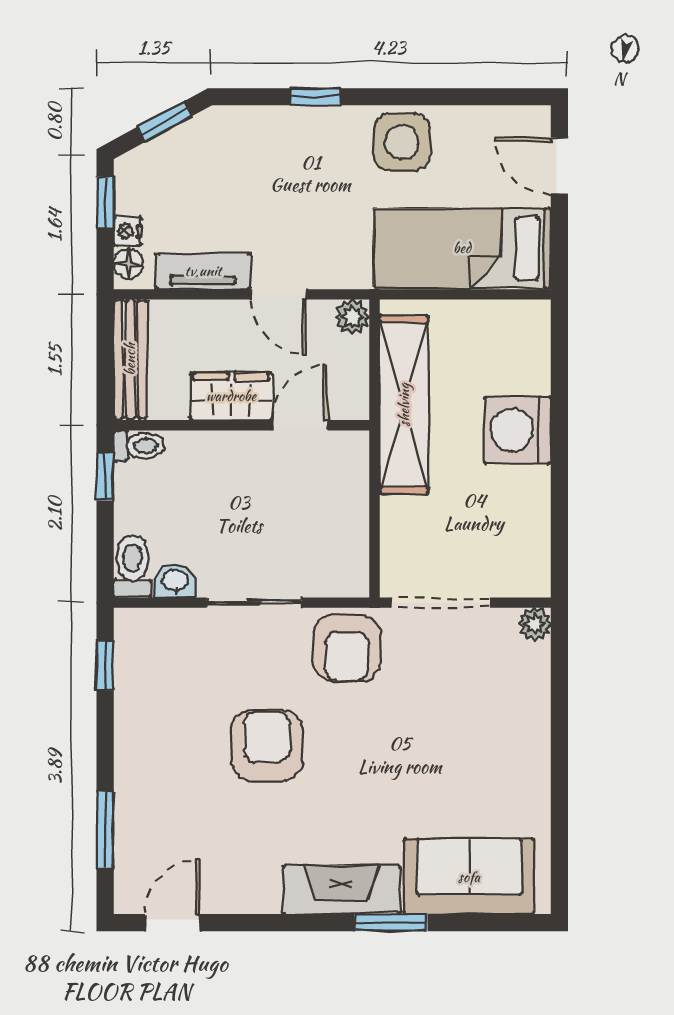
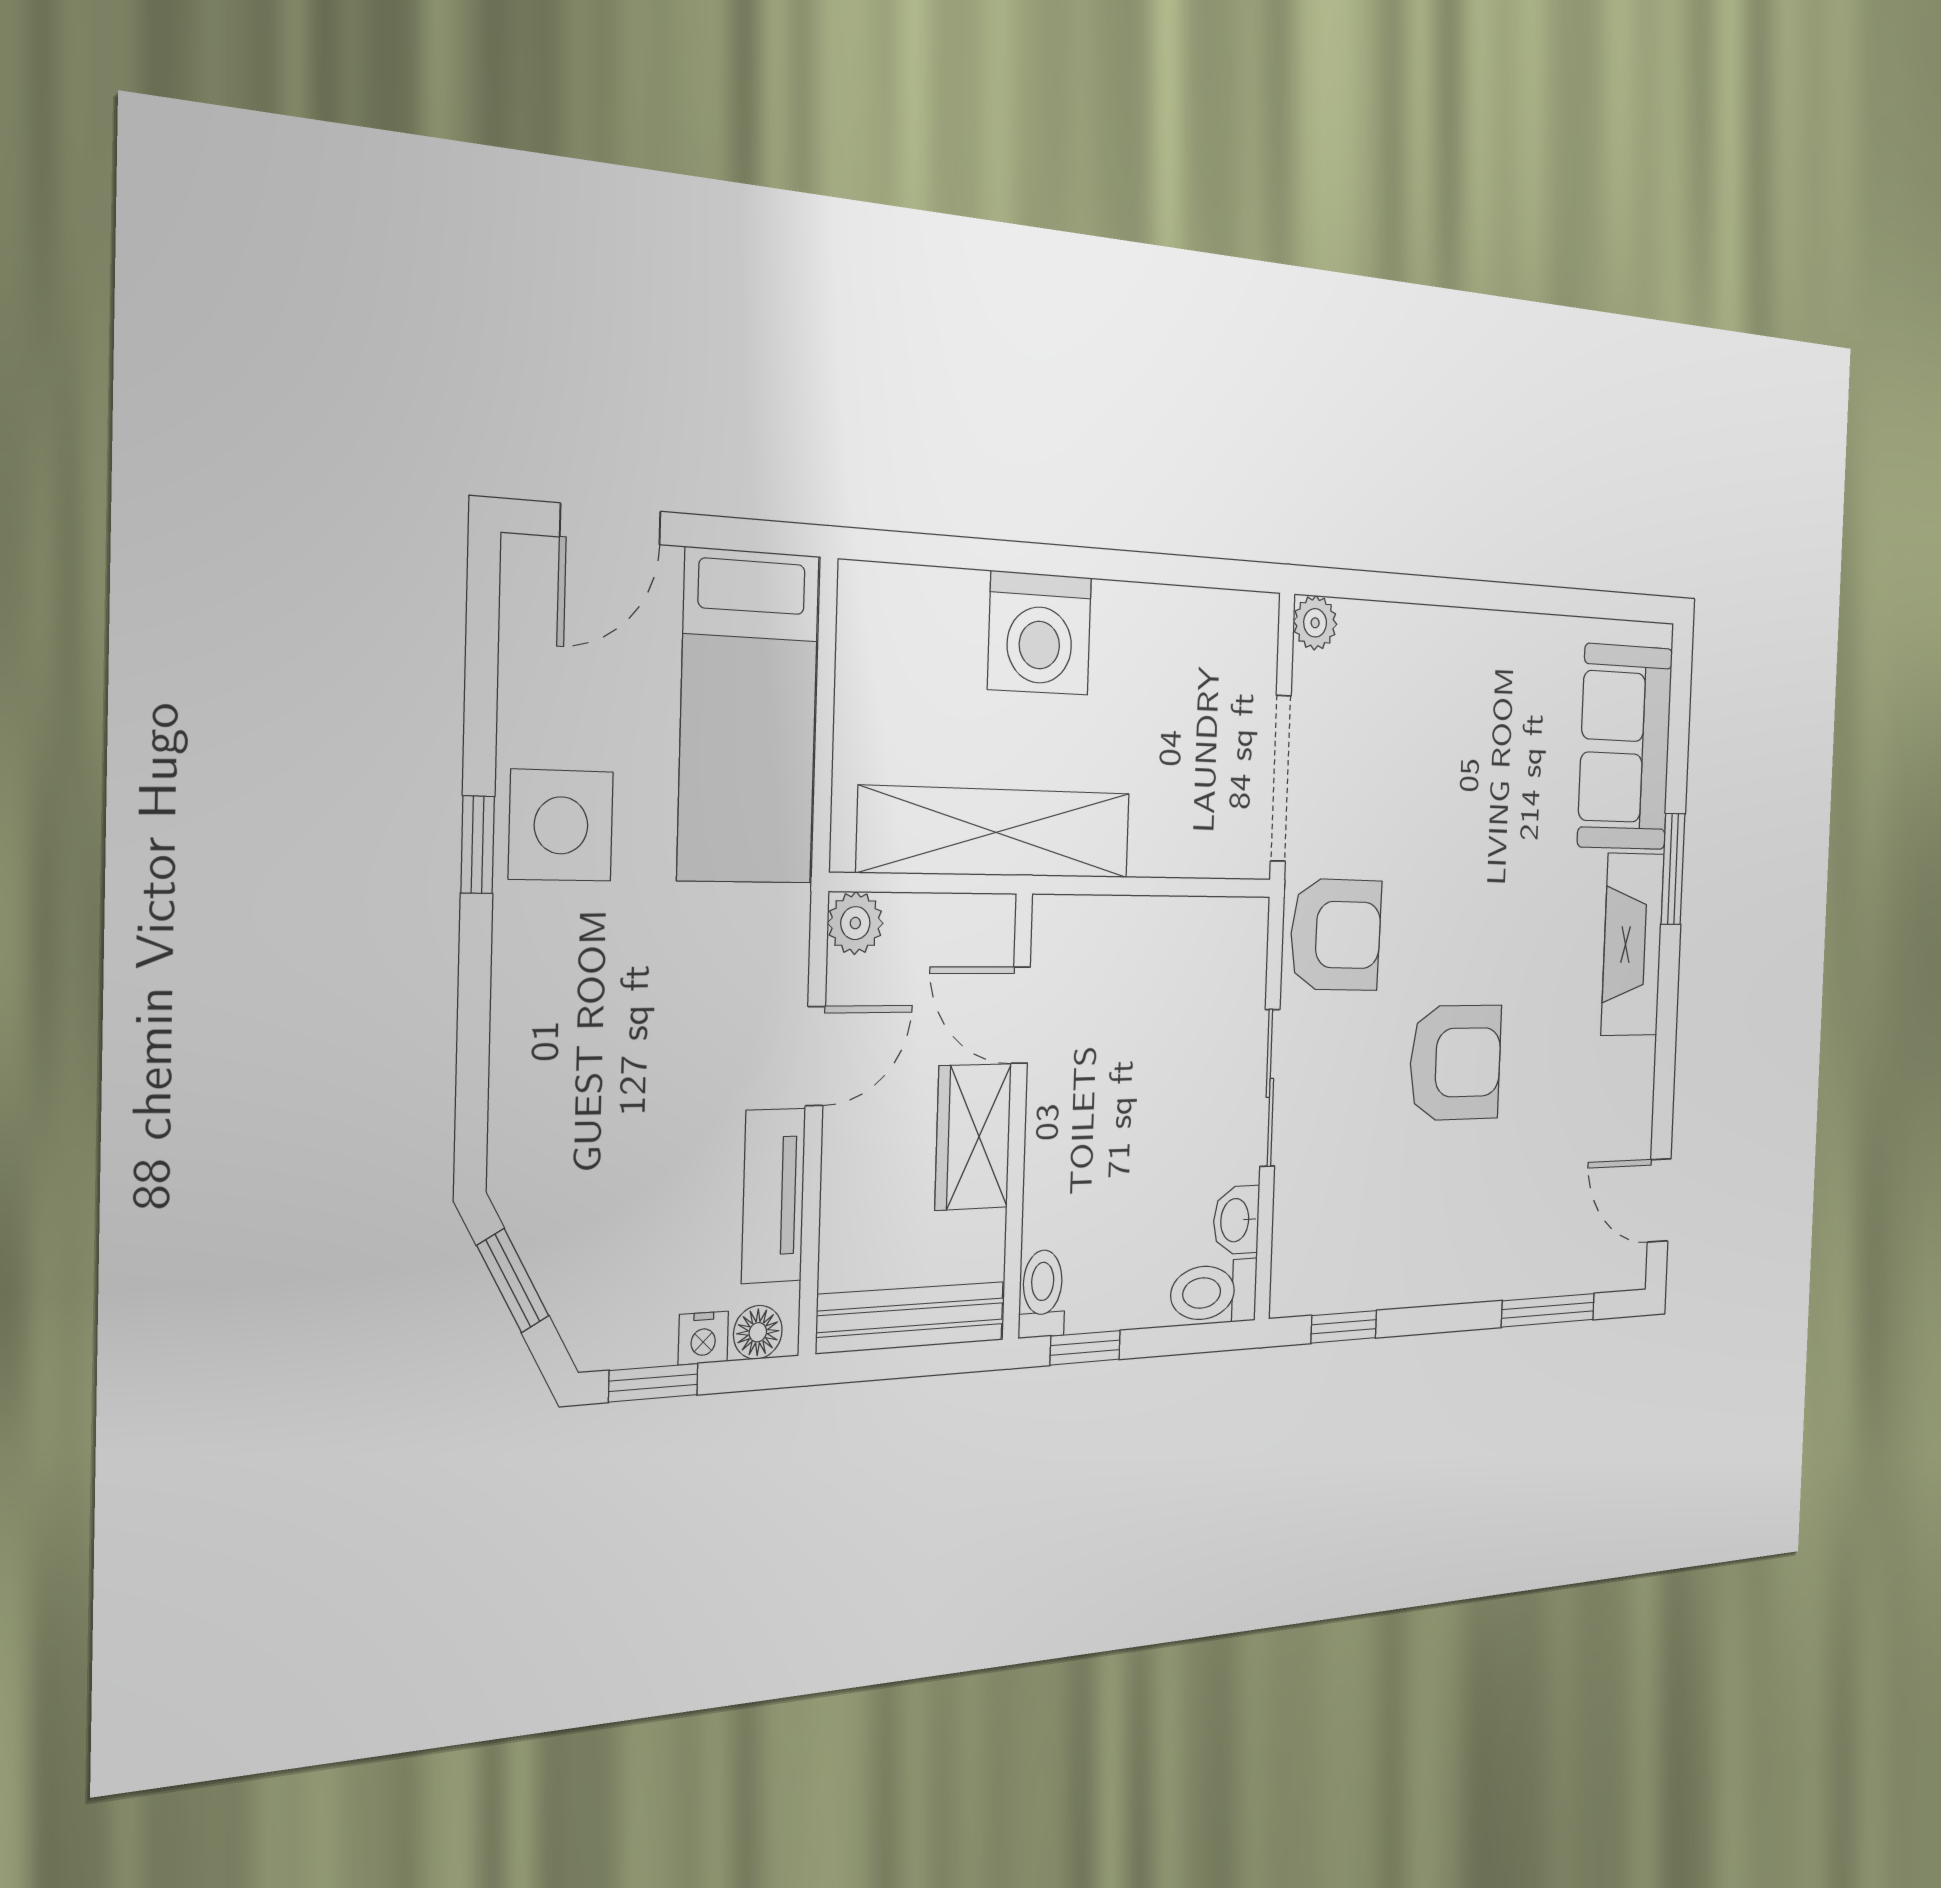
window: (316, 97) -> (478, 845), moved
armchair: (267, 746) -> (1455, 1063), turned 180

